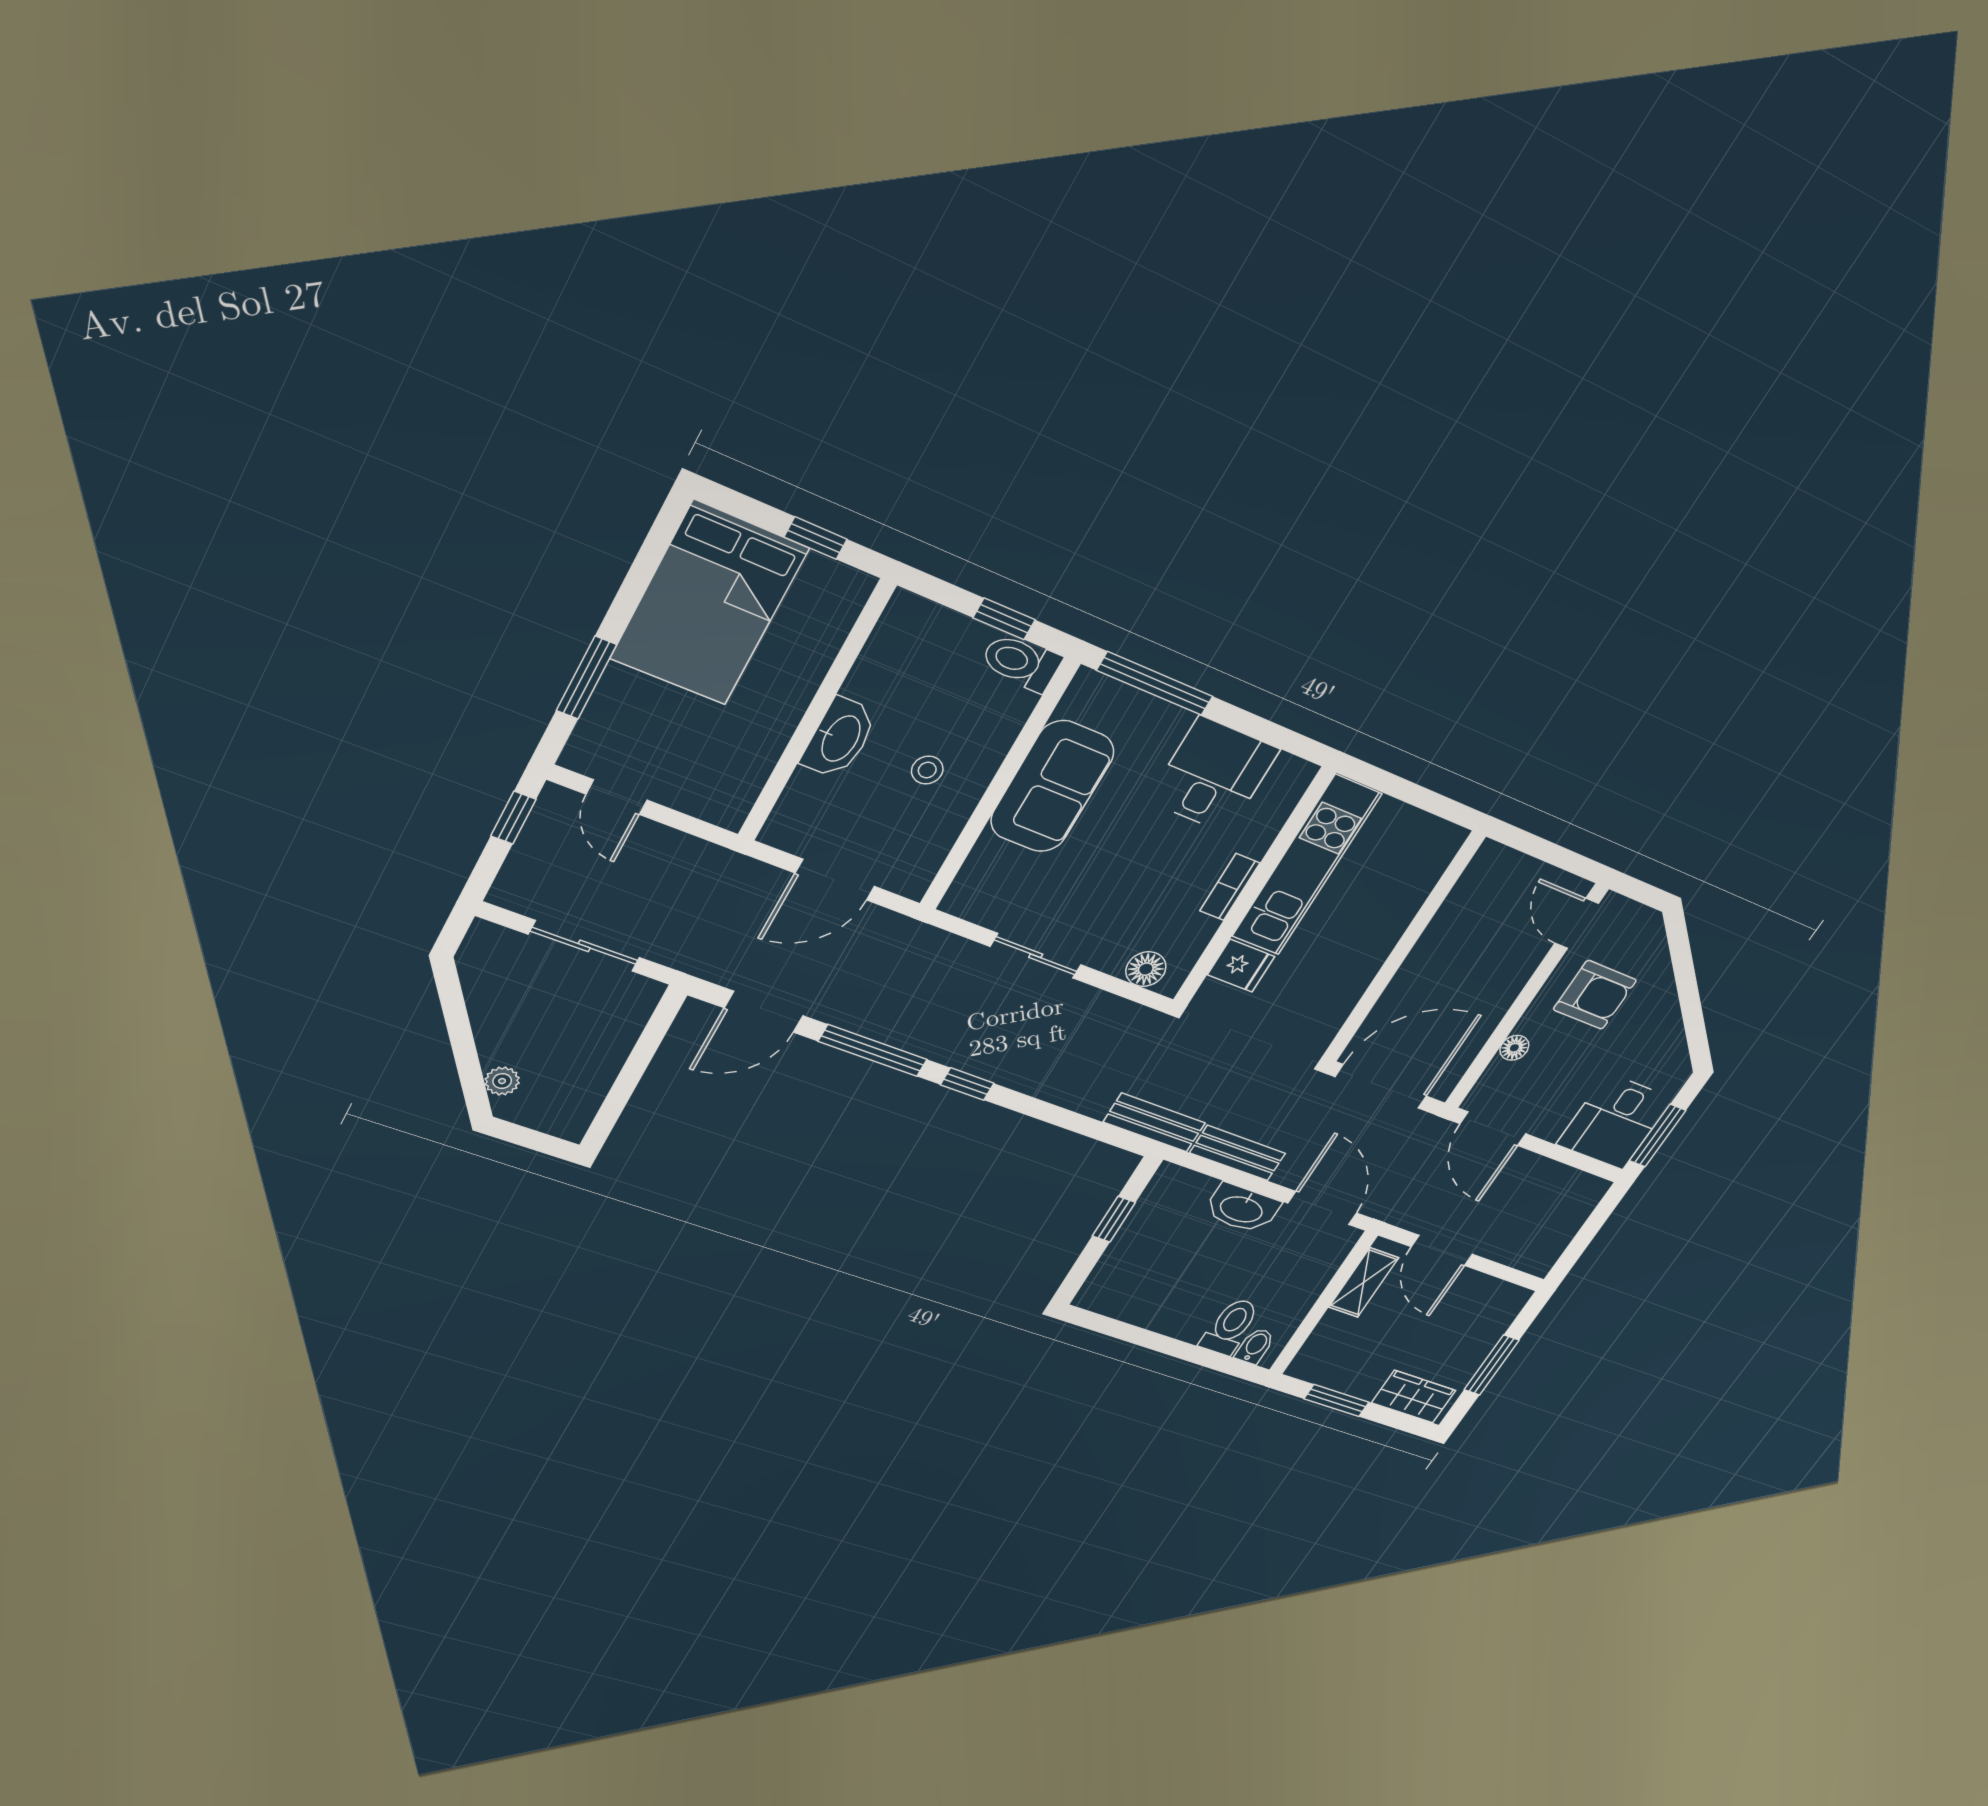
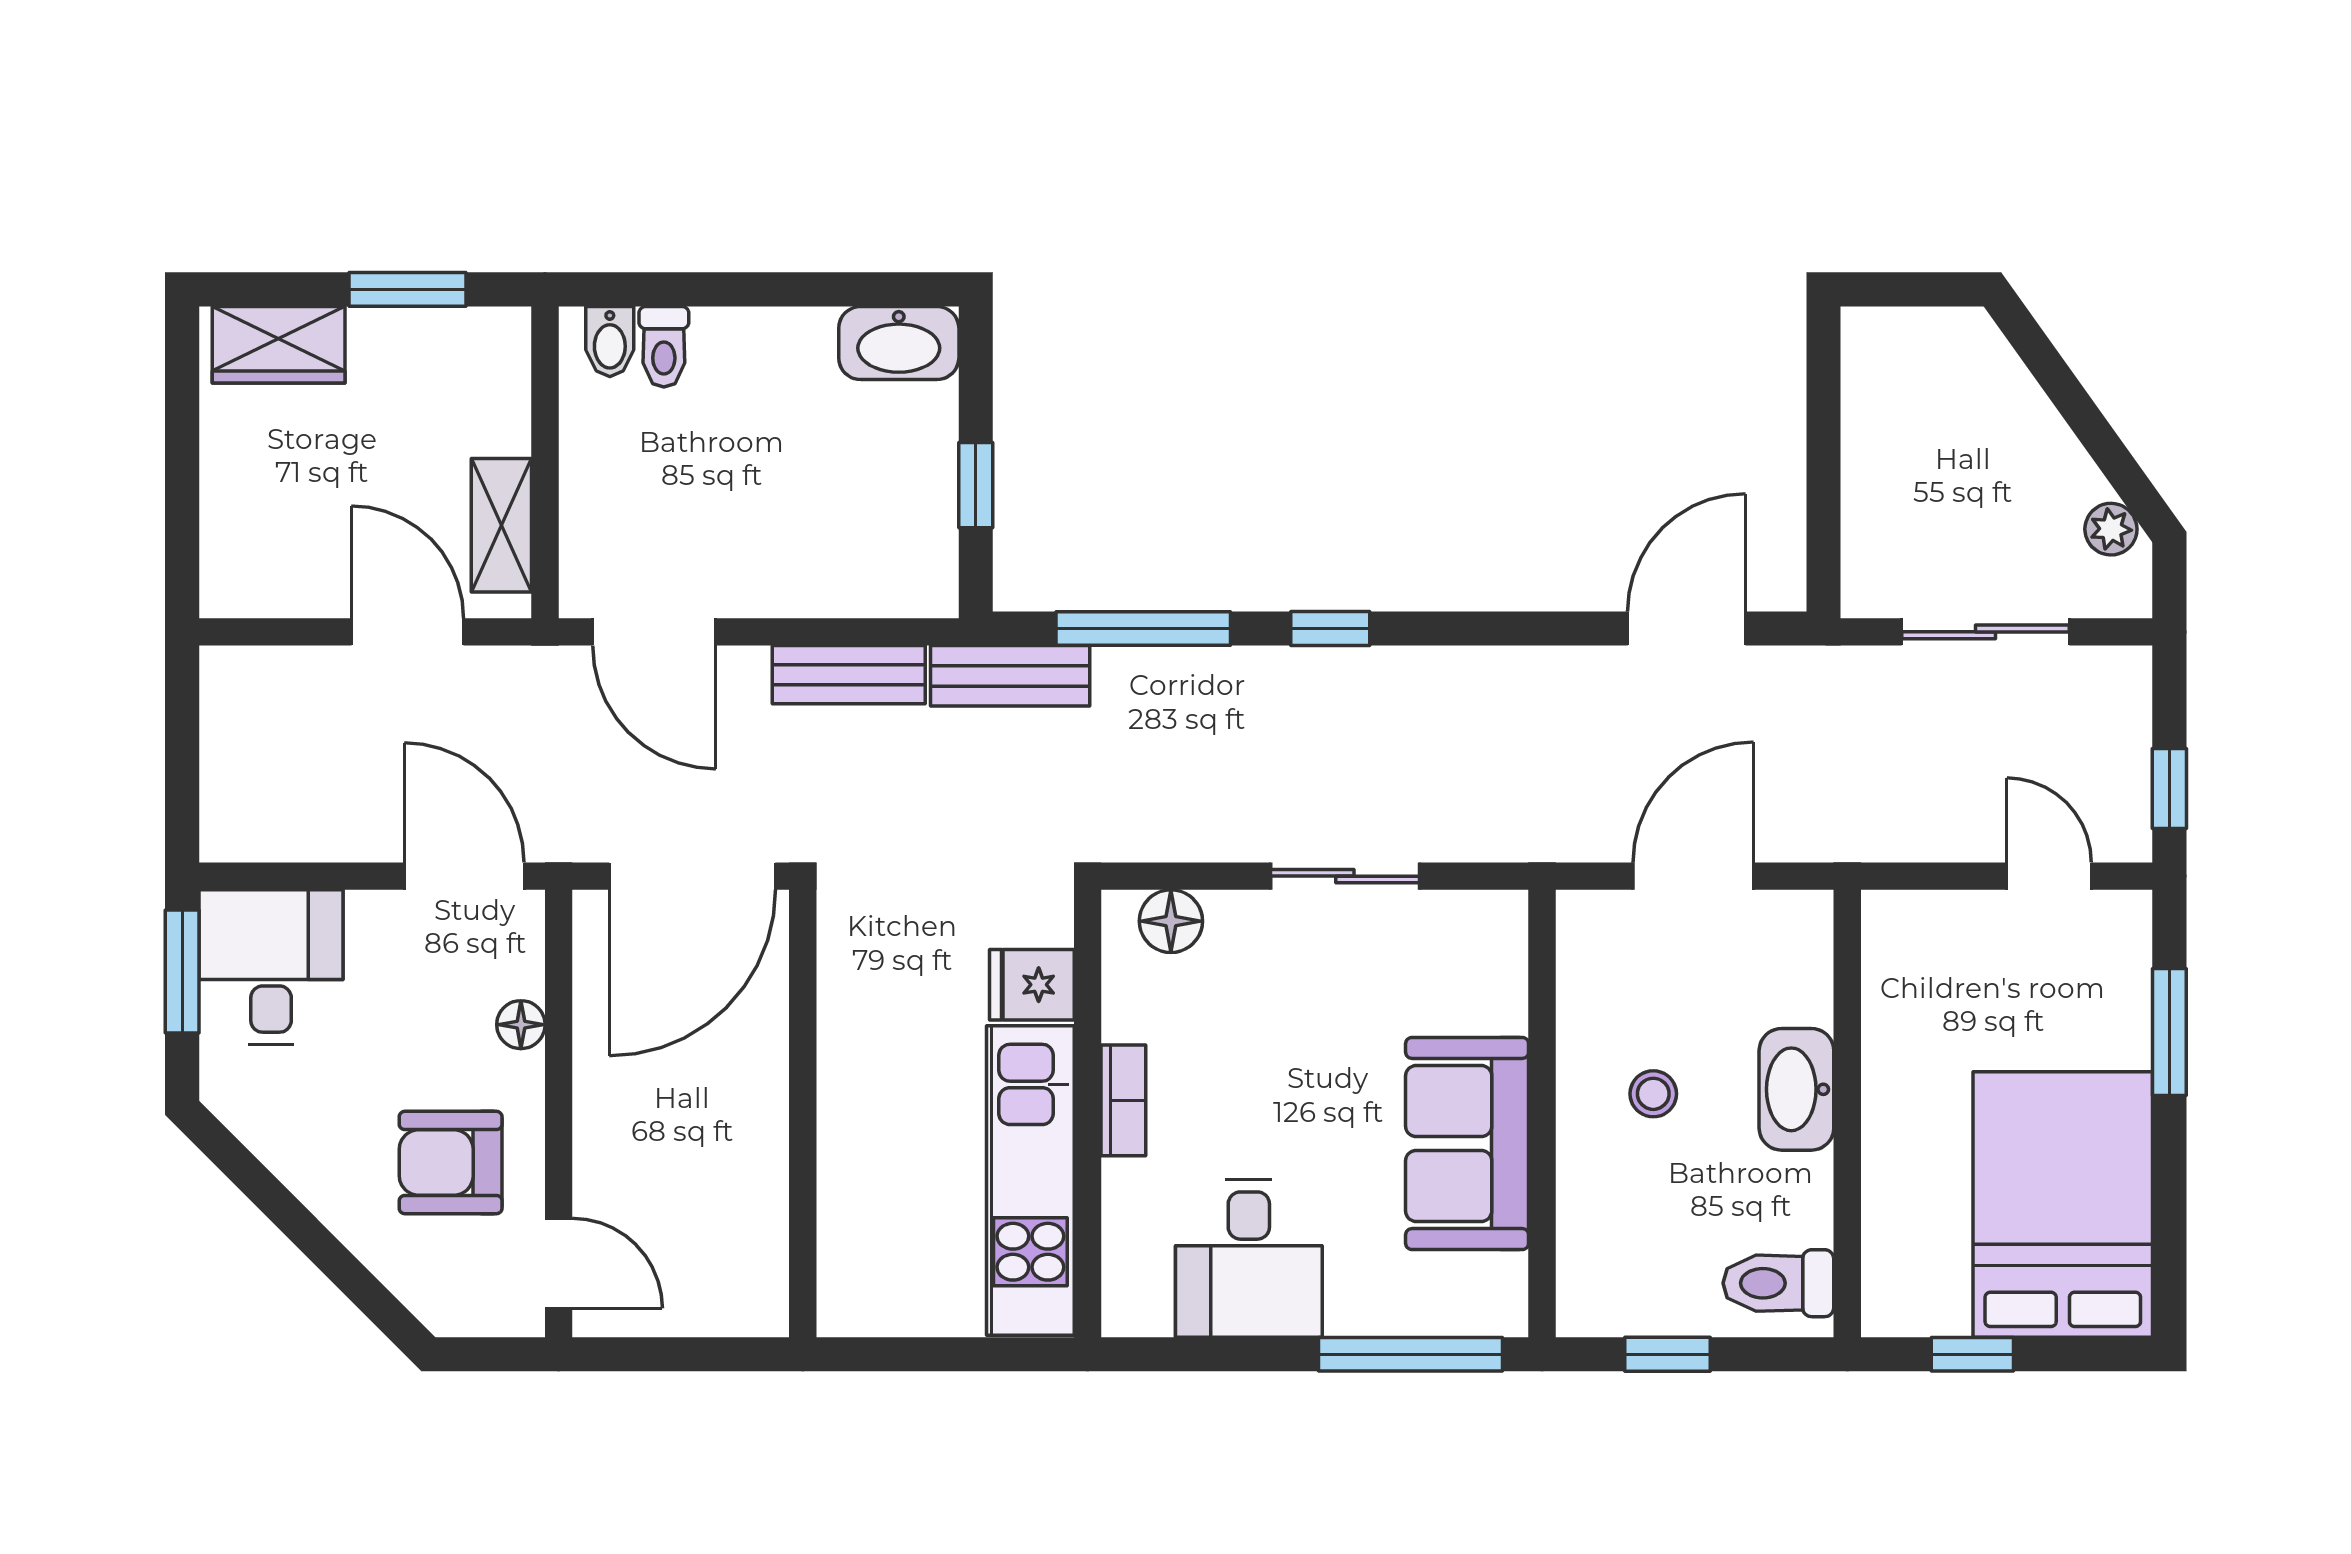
toilet: (1021, 662) -> (1778, 1283), moved, turned 180
window: (873, 1050) -> (1143, 629), moved
plant: (502, 1081) -> (2111, 529), moved
washbasin: (1242, 1208) -> (899, 343), moved, turned 180
toilet: (1230, 1327) -> (664, 347), width x0.73, depth x0.72
window: (1492, 1365) -> (182, 454), removed

